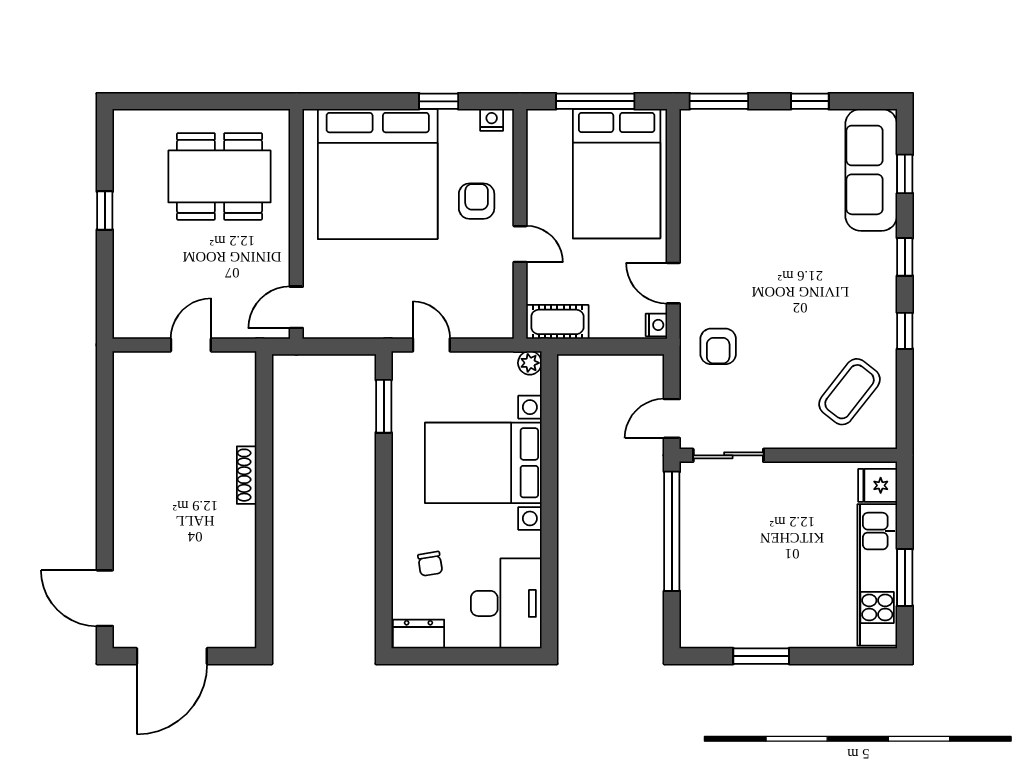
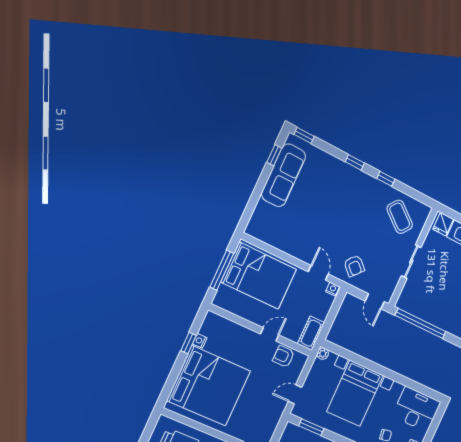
window: (719, 101) -> (248, 213), removed
window: (810, 101) -> (274, 155), moved
nightstand: (492, 120) -> (200, 341), moved
sofa: (871, 170) -> (284, 175), moved, turned -90
window: (905, 174) -> (304, 135), moved
armchair: (477, 201) -> (284, 356), moved
door: (673, 283) -> (318, 273), swing flipped
armchair: (718, 346) -> (354, 266), turned 43
sliding door: (728, 455) -> (411, 262), moved

